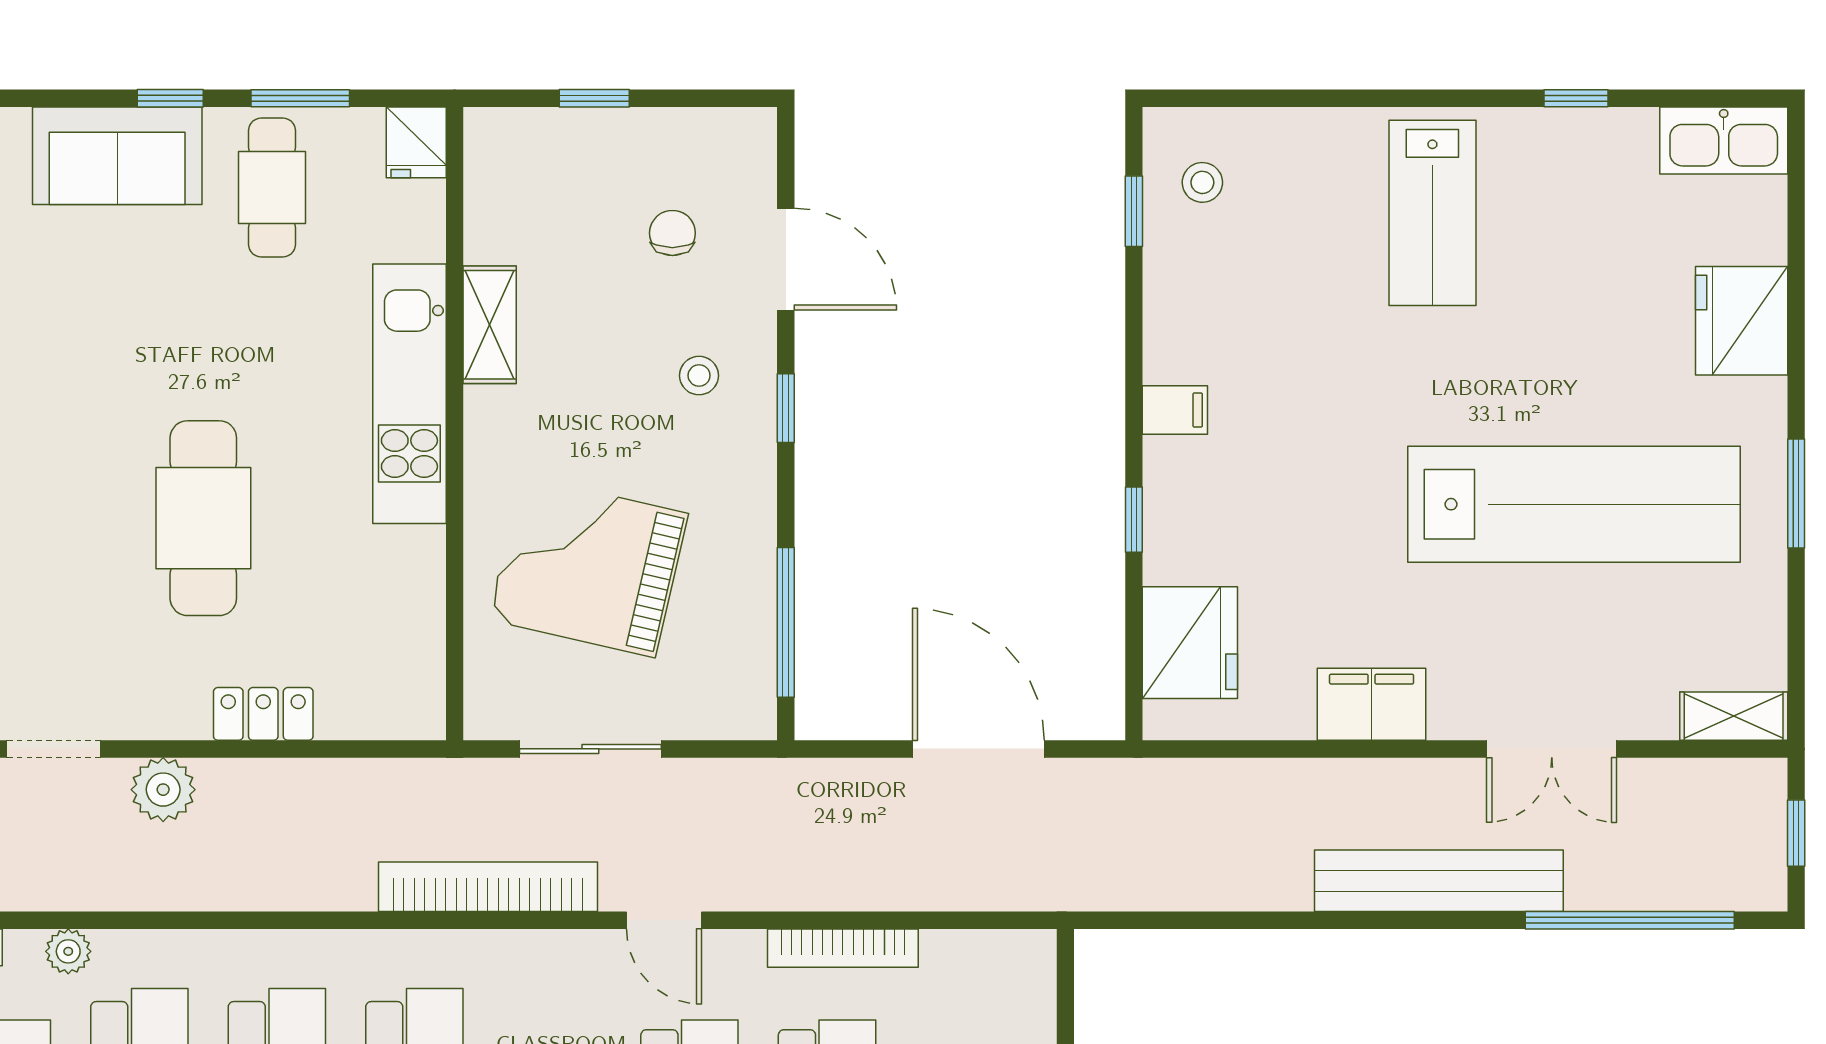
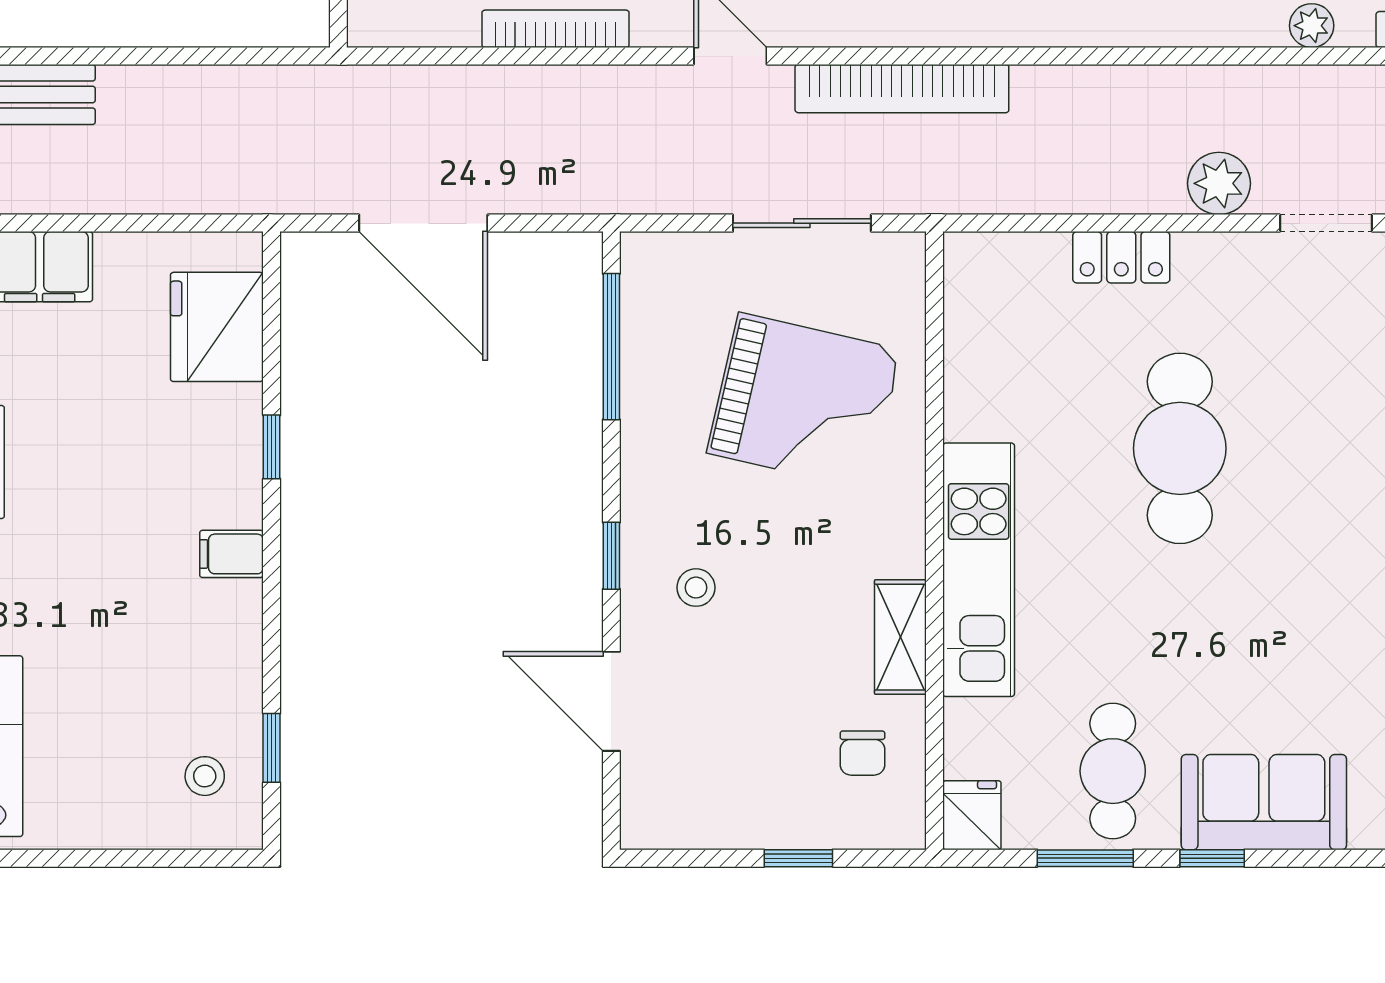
chair: (672, 233) -> (862, 753), moved

